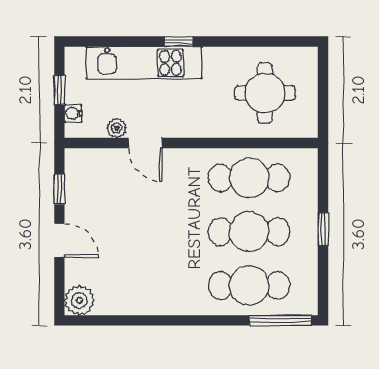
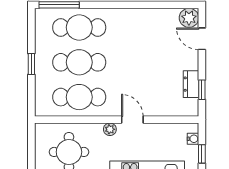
plant: (117, 128) -> (110, 129), moved
door: (145, 143) -> (132, 120), moved
dresser: (76, 198) -> (191, 84), added
door: (59, 240) -> (202, 39), moved

